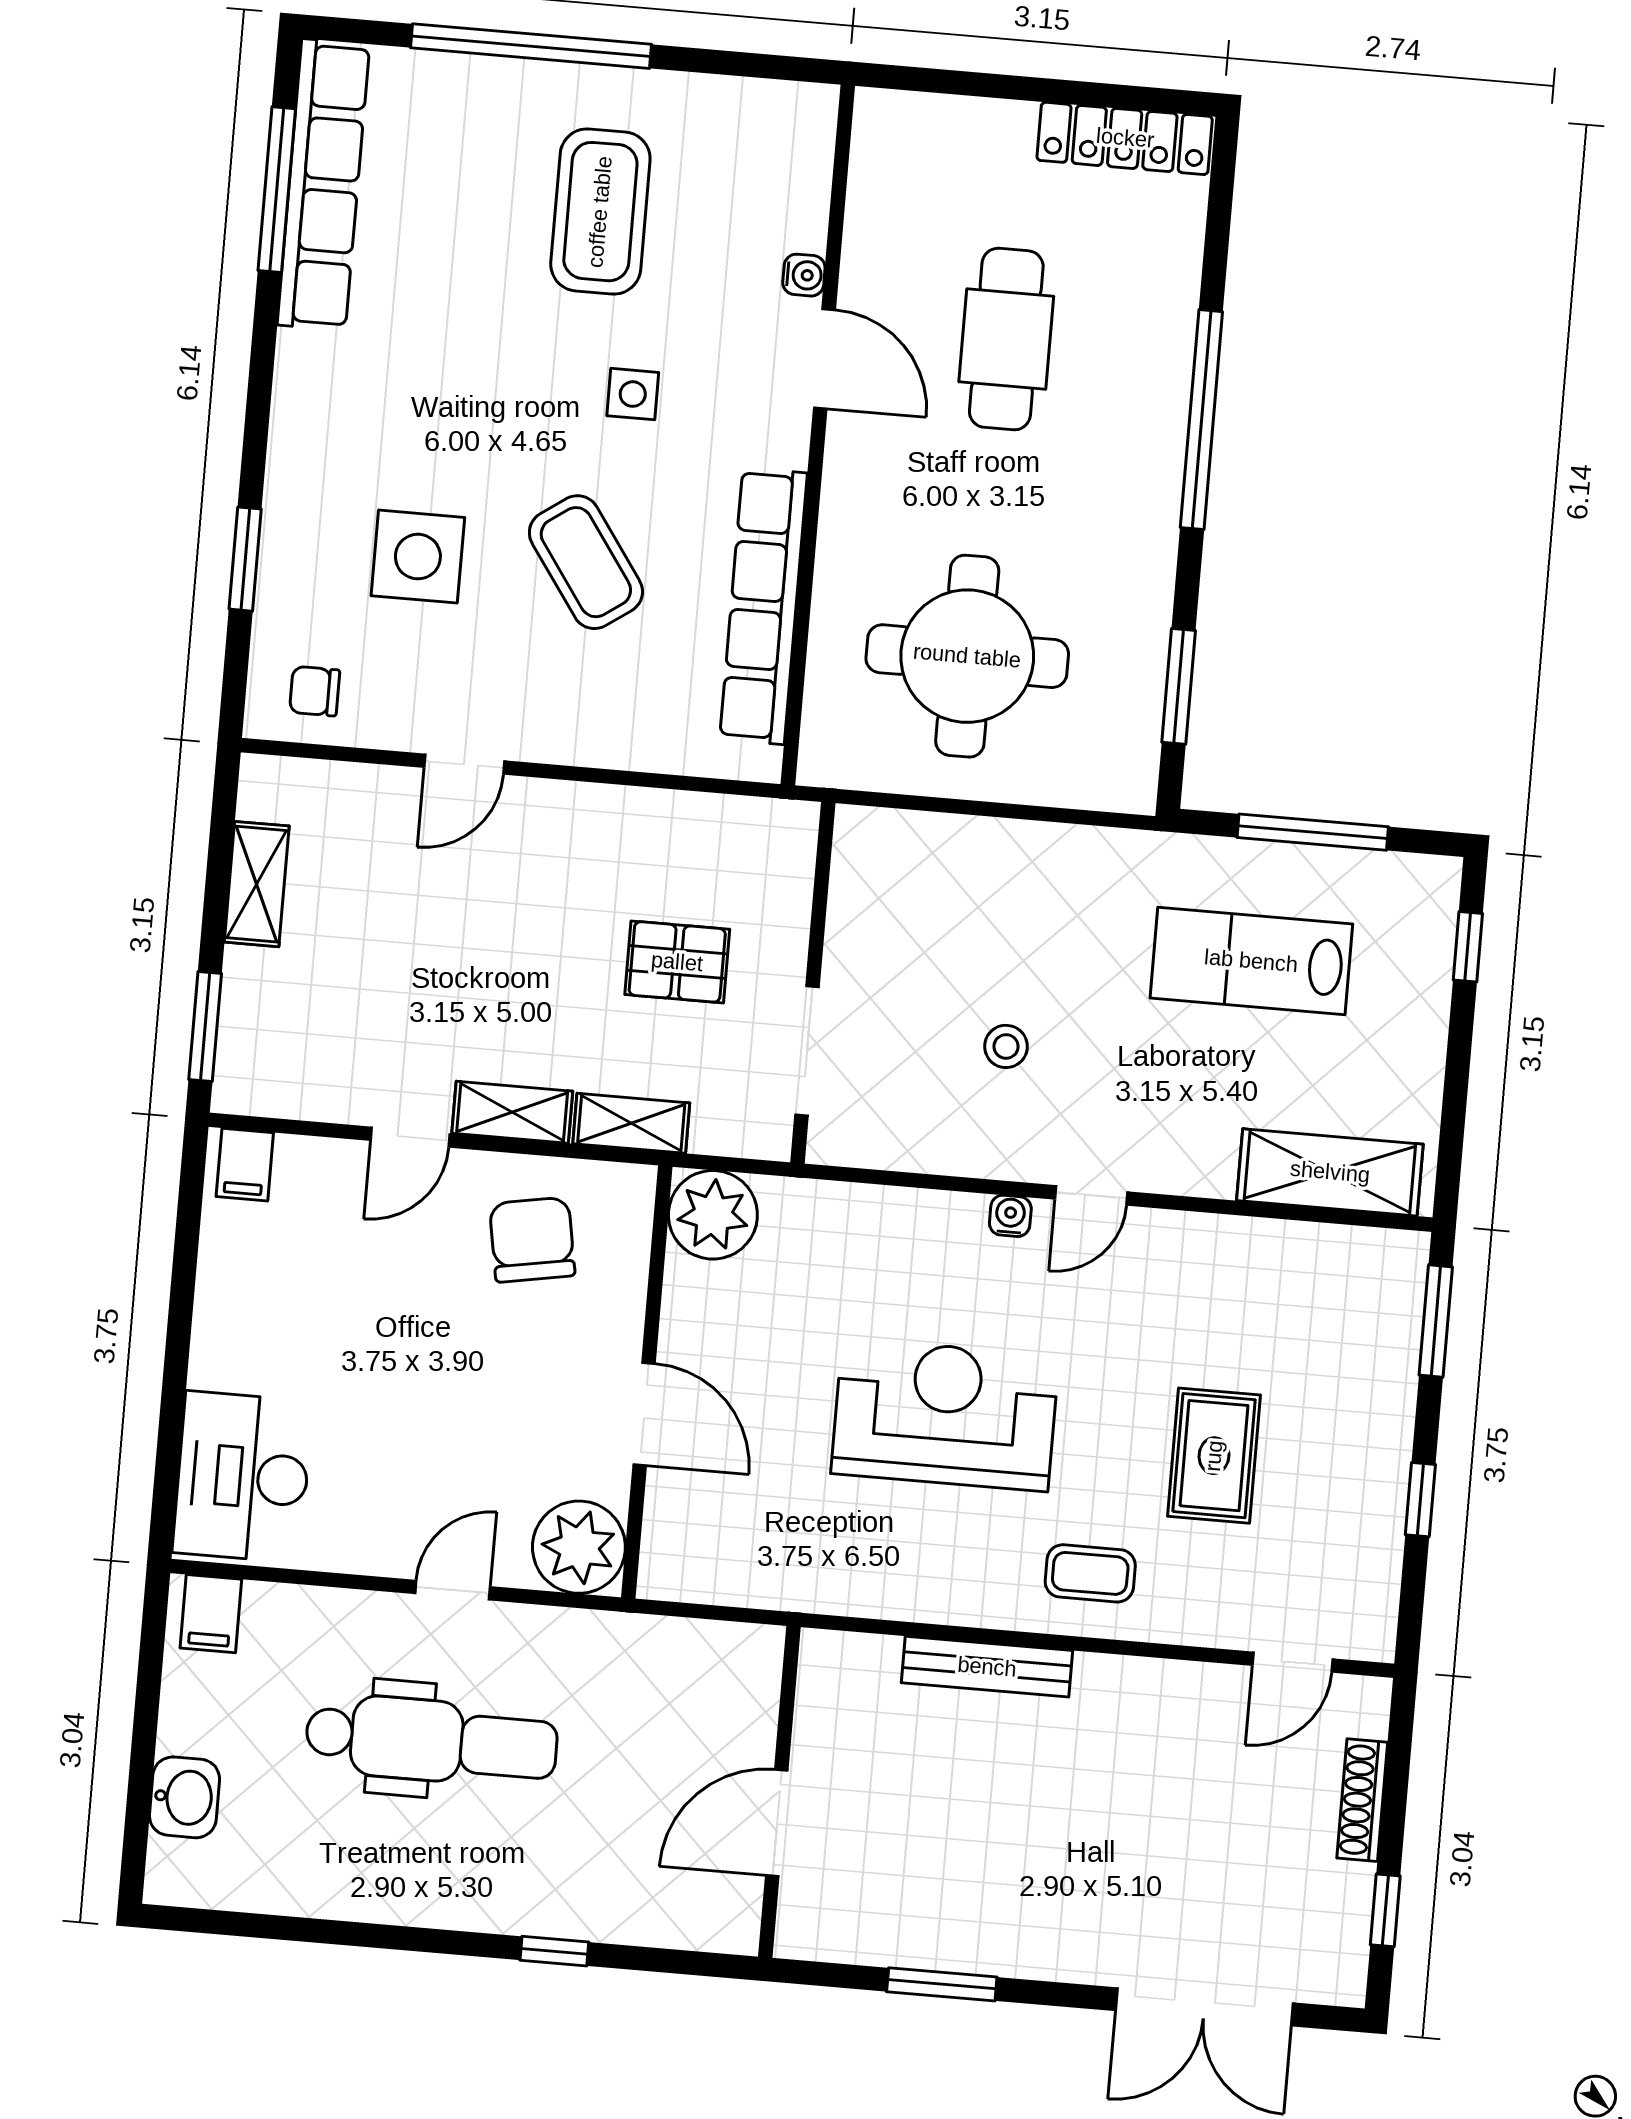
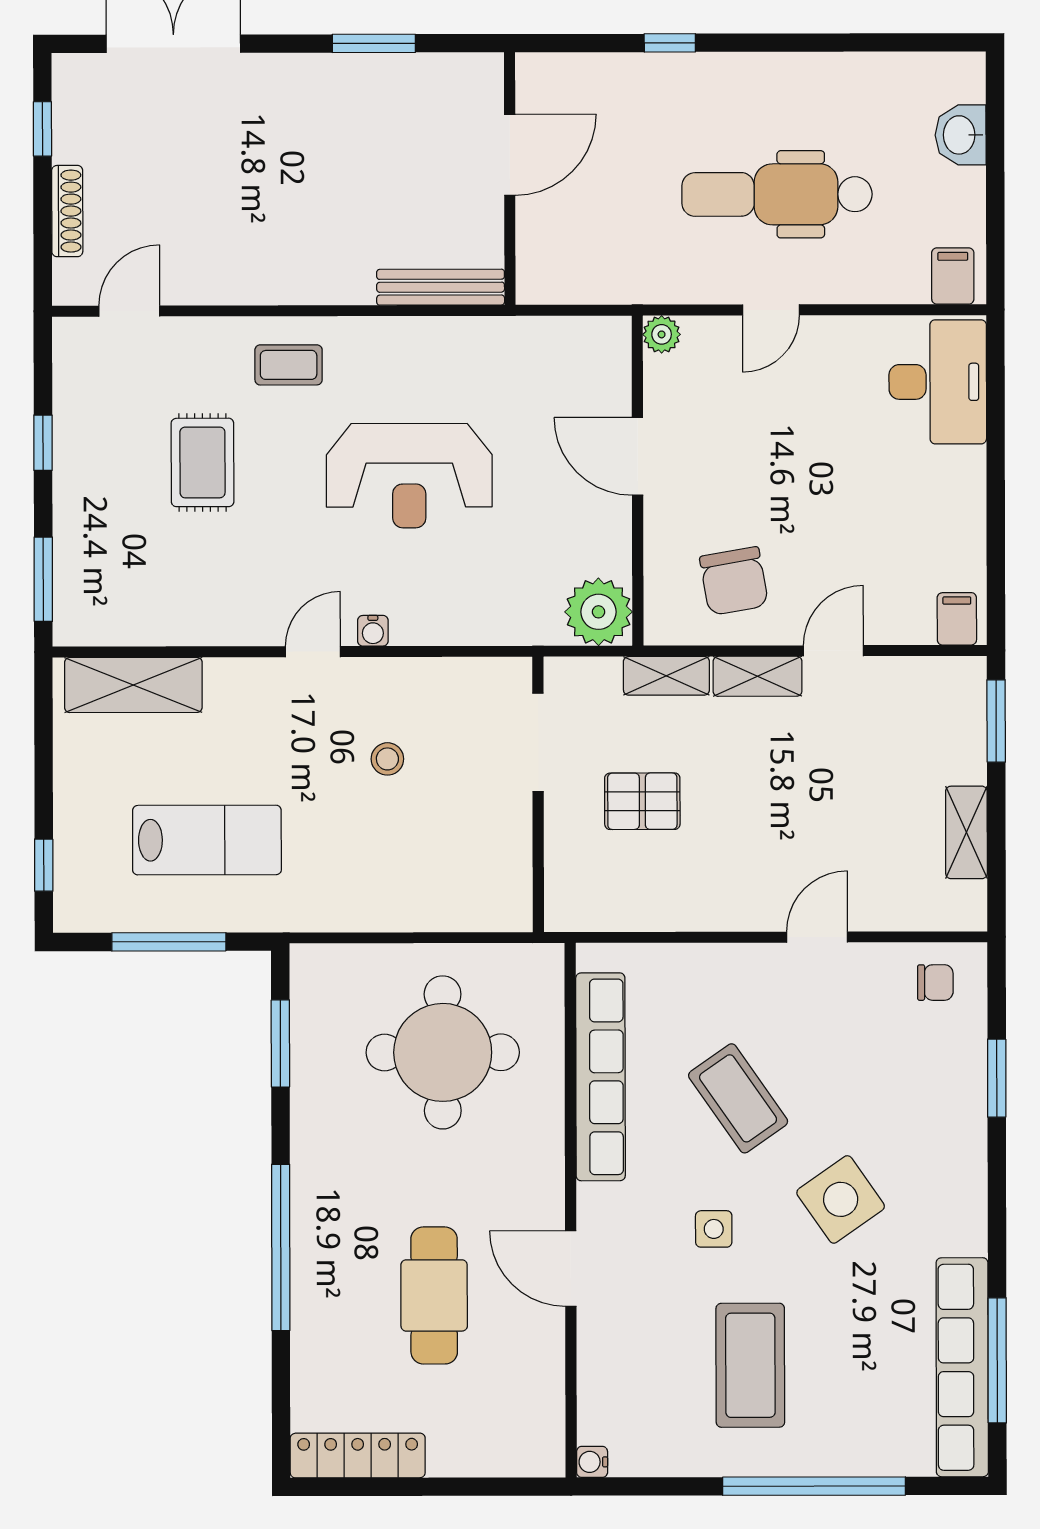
water cooler: (804, 275) -> (592, 1462), moved
side table: (418, 557) -> (841, 1199), moved, turned -35
plant: (579, 1547) -> (662, 334), width x0.53, depth x0.53
bench: (987, 1667) -> (441, 287), moved

